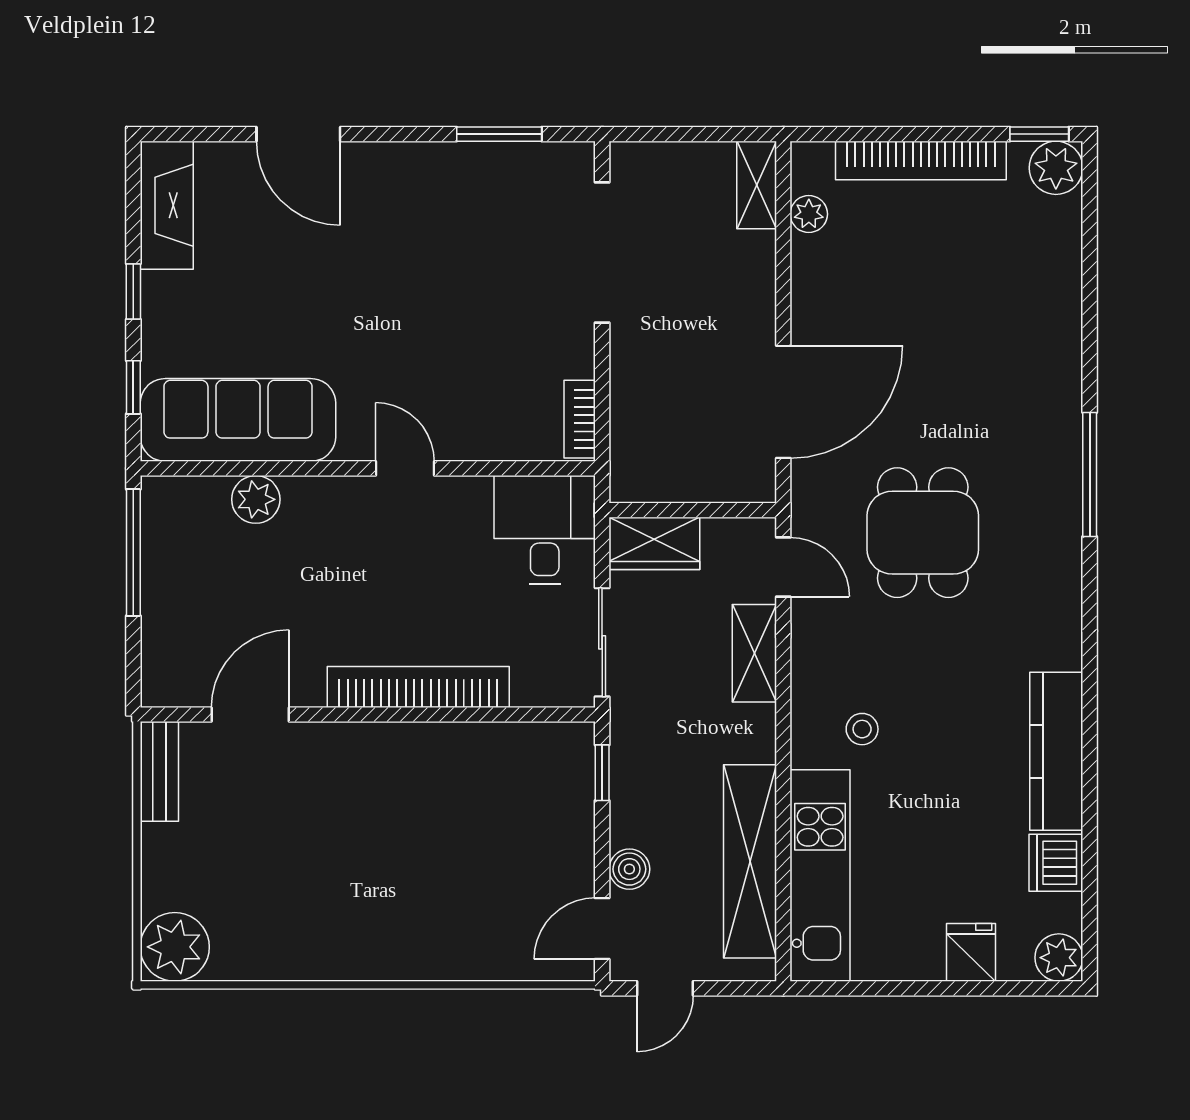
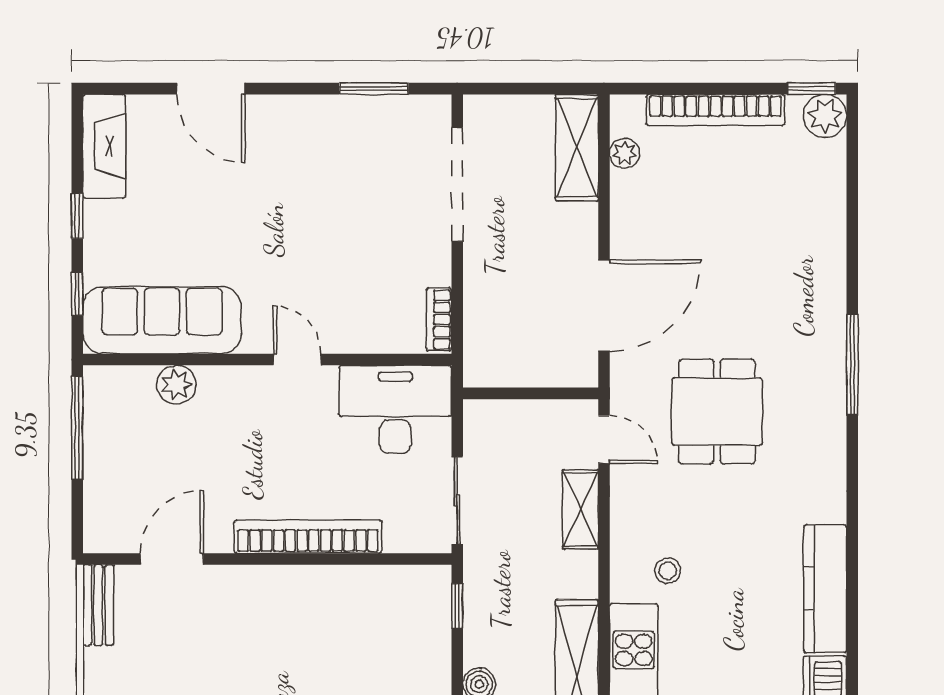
shelving: (757, 185) -> (577, 148), width x1.50, depth x1.33
desk: (545, 530) -> (395, 409), width x1.37
wardrobe: (654, 543) -> (500, 420), removed

